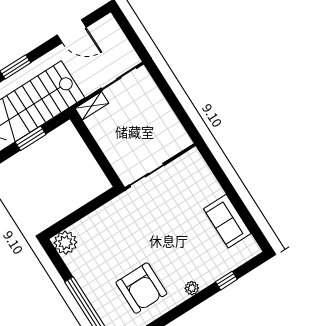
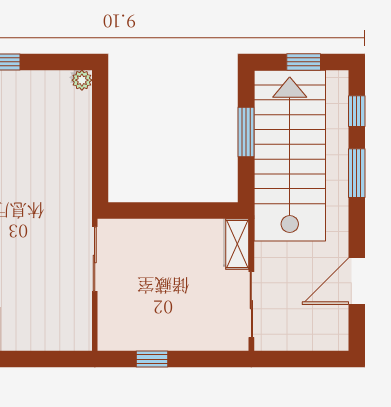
window: (180, 112) -> (152, 359), added
plant: (65, 243) -> (82, 80), width x0.53, depth x0.53

